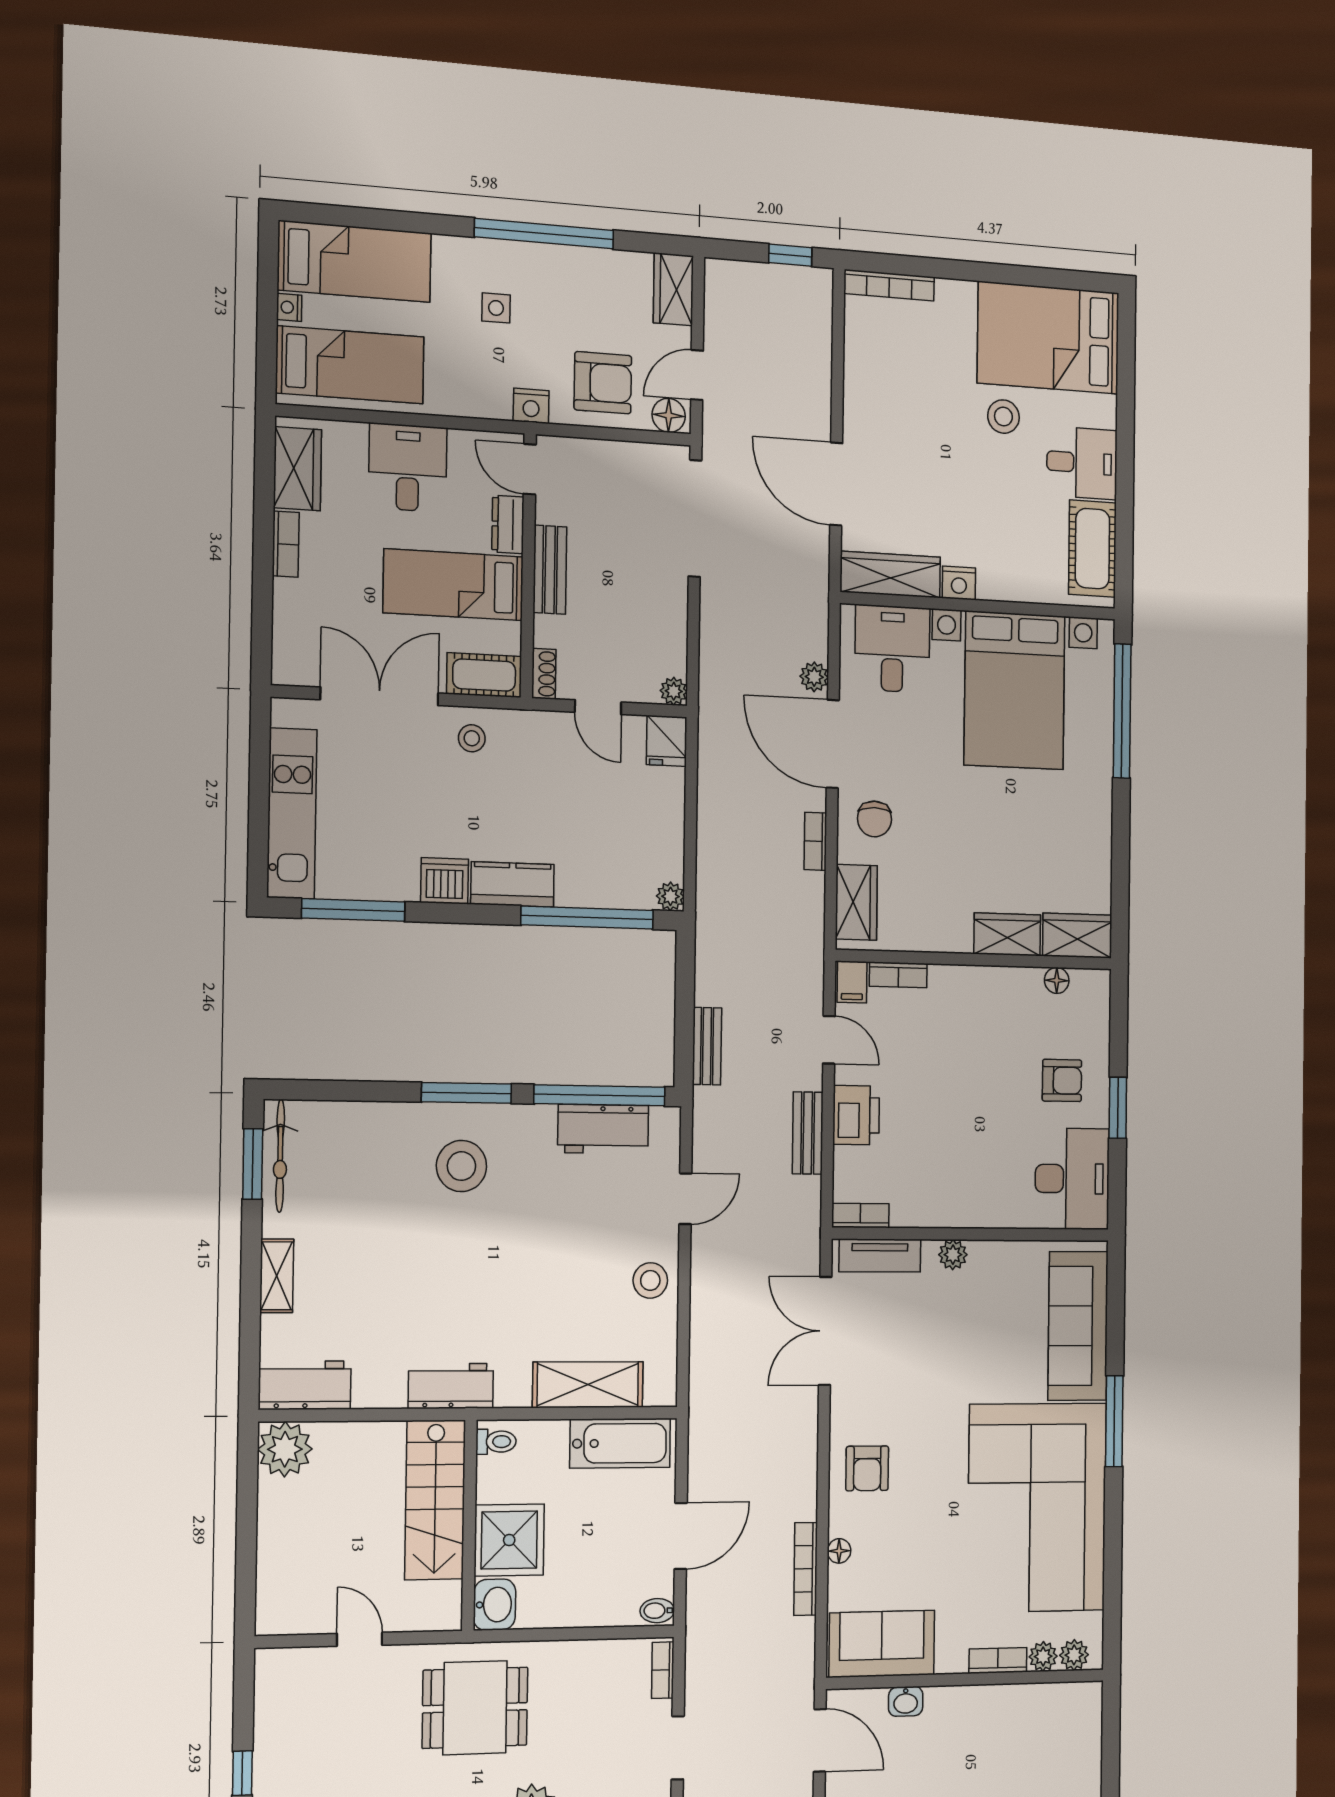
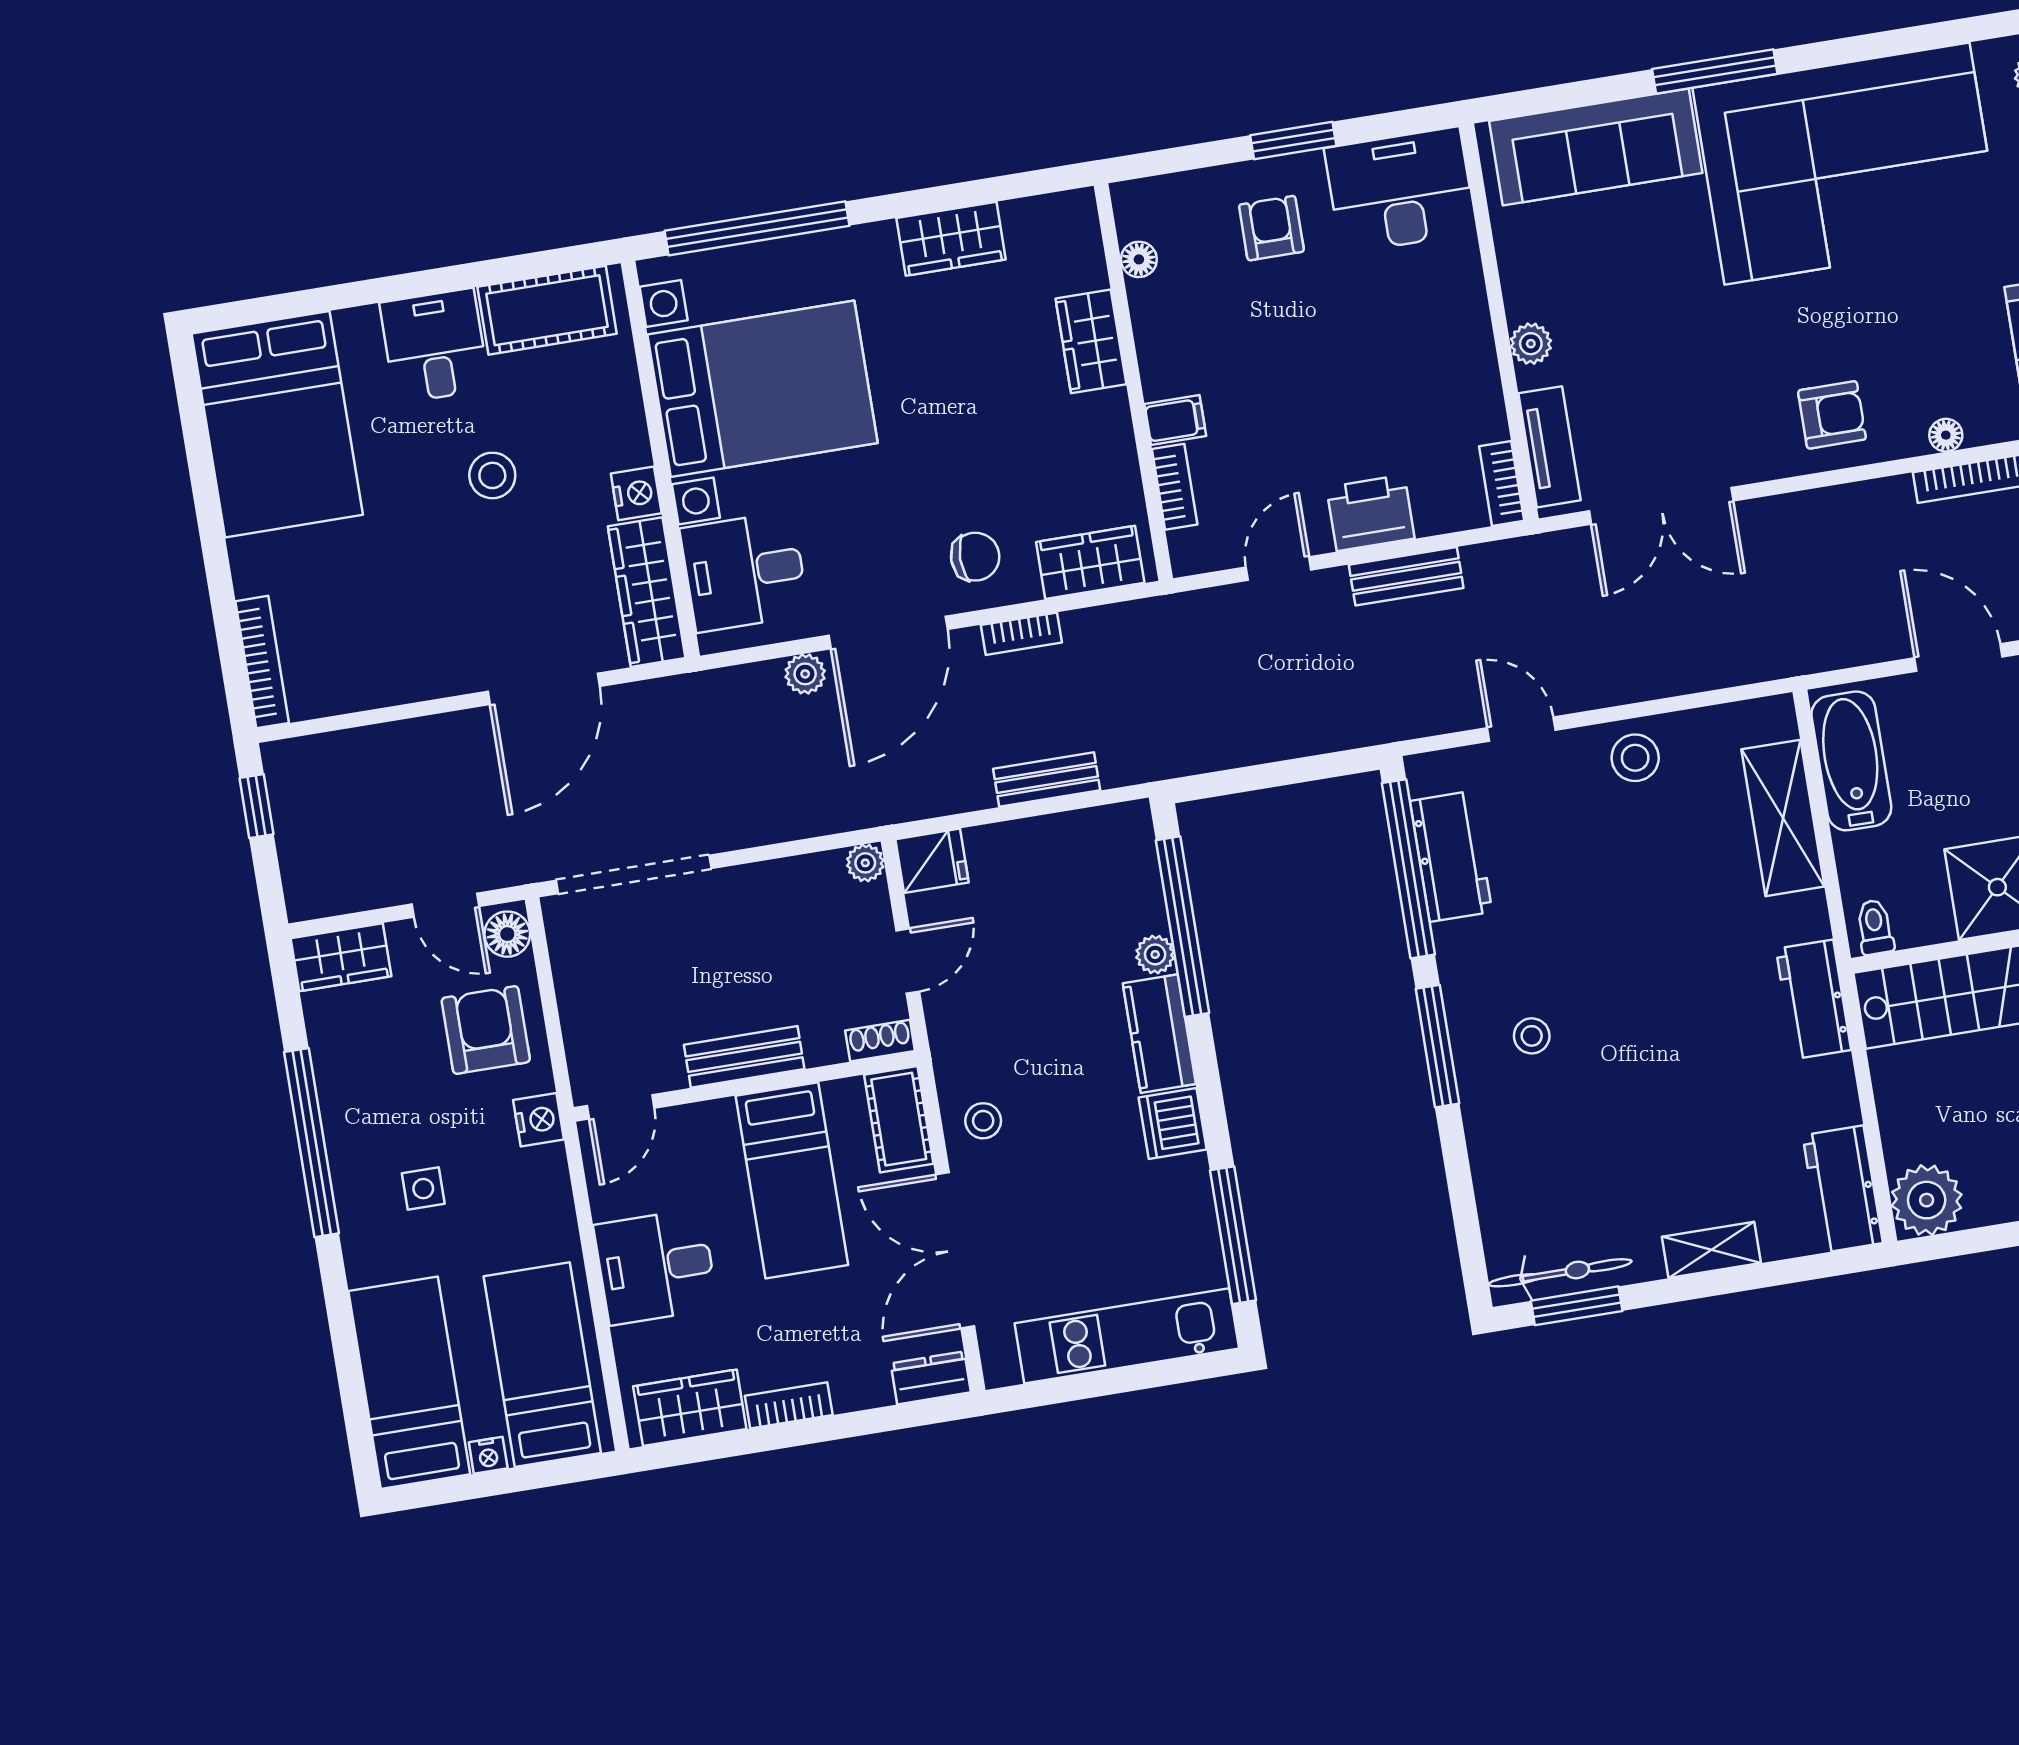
stool: (1003, 417) -> (492, 475), moved
dresser: (508, 524) -> (931, 1378), moved, turned 180
plant: (670, 896) -> (1155, 954), moved
wardrobe: (1077, 936) -> (951, 239), moved, turned -90
filing cabinet: (852, 982) -> (1175, 420), moved
bench: (707, 1046) -> (1047, 780), moved
stool: (461, 1166) -> (1532, 1036), width x0.53, depth x0.53

